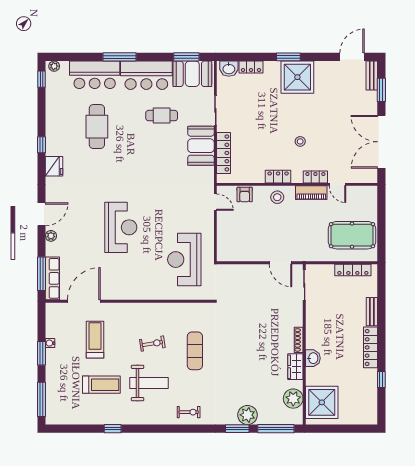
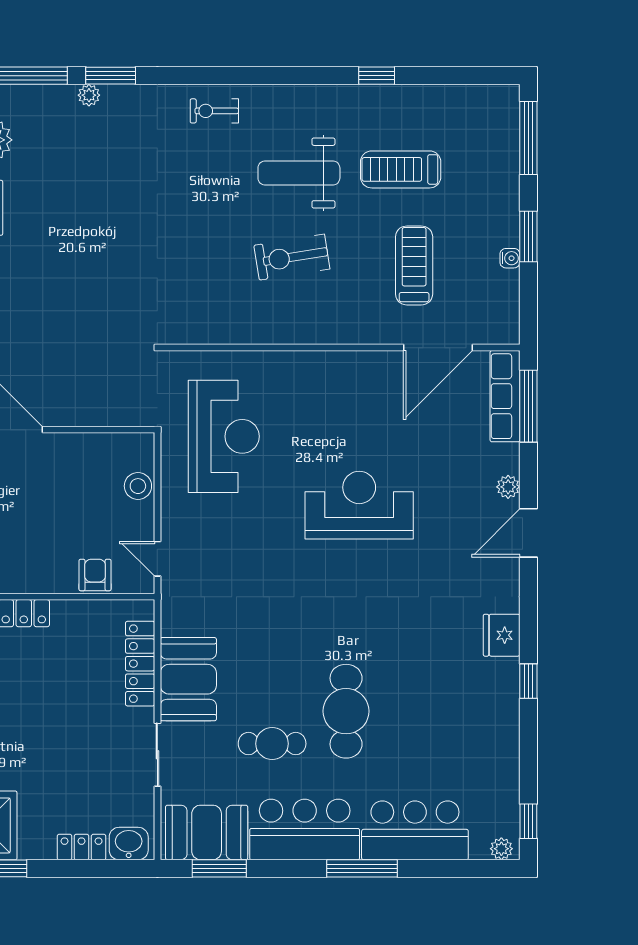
cafe table: (97, 127) -> (346, 711), moved
stool: (277, 197) -> (138, 486), moved
reception desk: (121, 227) -> (359, 505), turned 90
treadmill: (95, 340) -> (414, 265), turned 180
exercise bike: (152, 344) -> (292, 257), width x1.38, depth x1.39
exercise mat: (195, 351) -> (201, 242), removed
plant: (247, 415) -> (89, 95), width x0.53, depth x0.53

